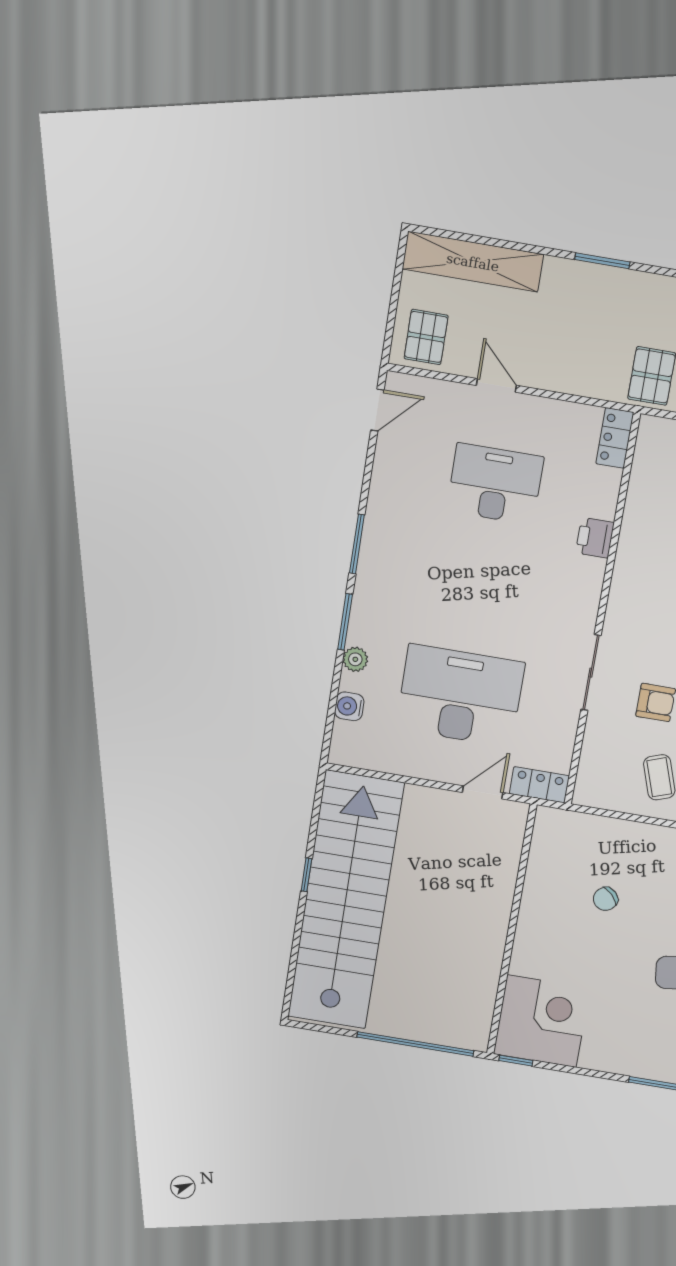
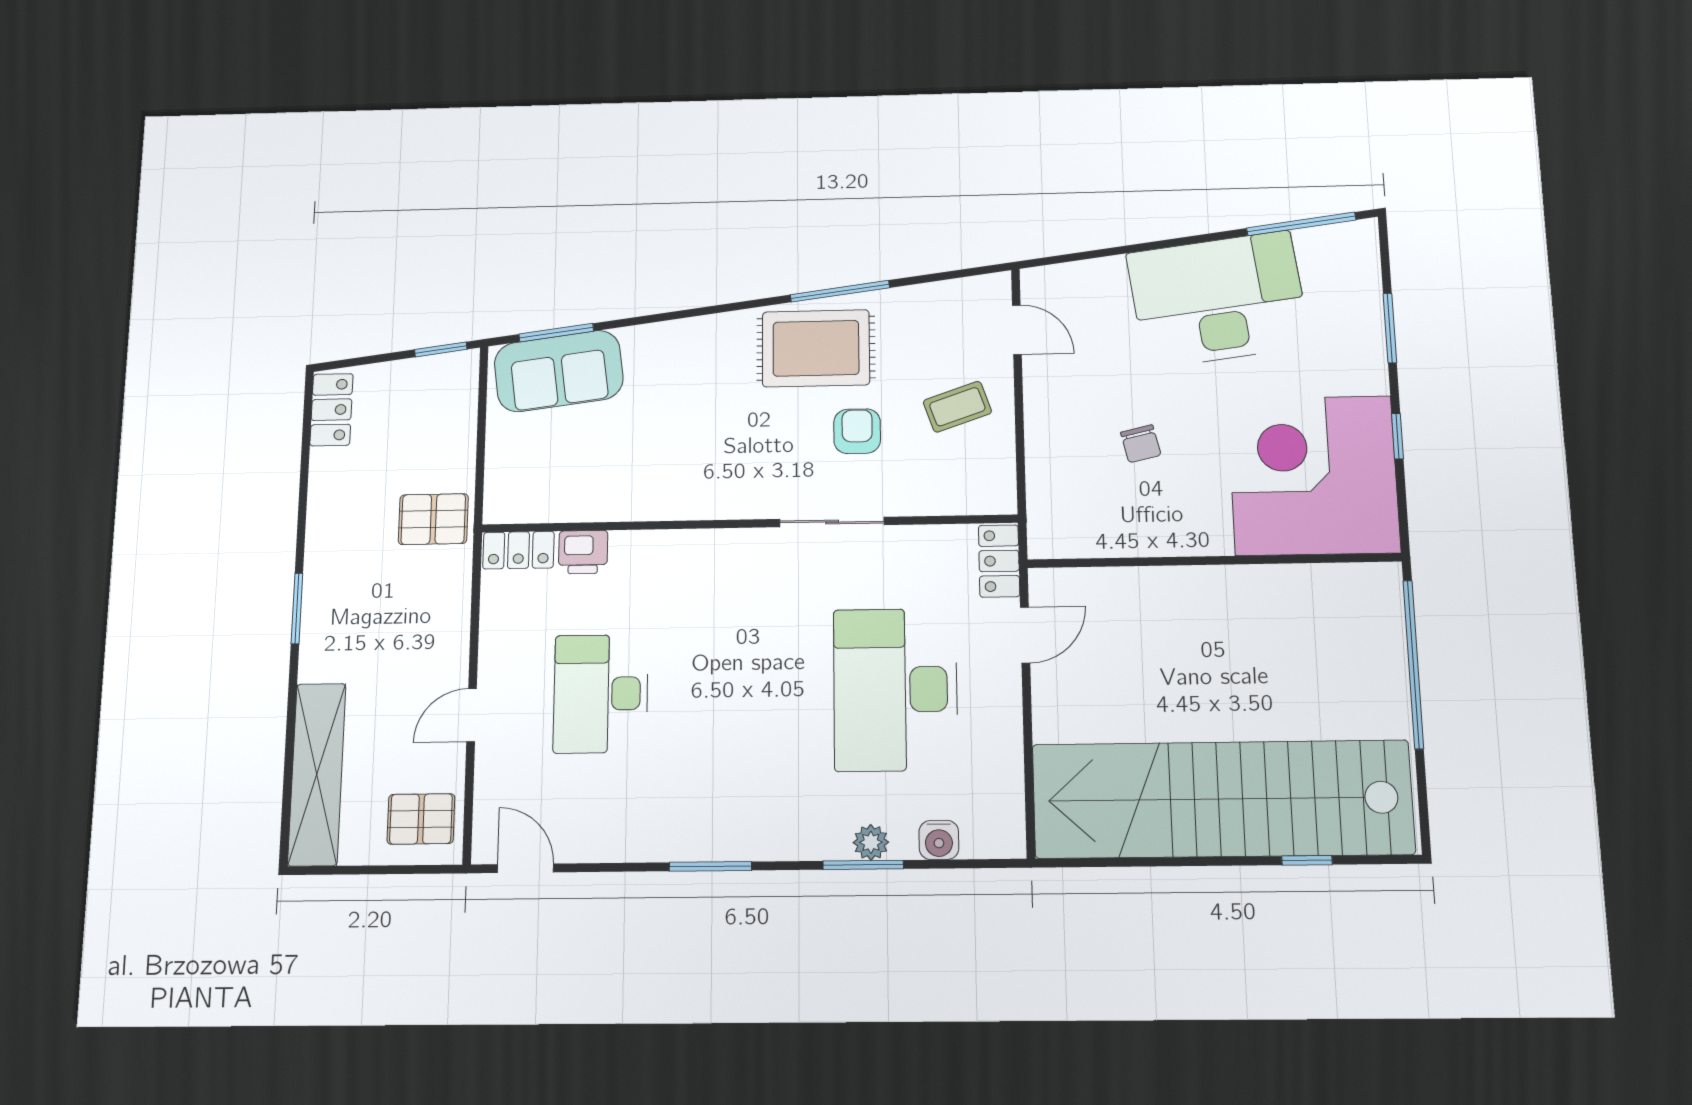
printer: (595, 538) -> (583, 552), moved
window: (345, 622) -> (863, 865), moved
door: (483, 792) -> (1025, 635), swing flipped
window: (306, 875) -> (1307, 860), moved
chair: (605, 899) -> (1141, 444), turned 32
corner desk: (542, 1021) -> (1313, 475), width x1.36, depth x1.36
window: (516, 1061) -> (1397, 436), moved

